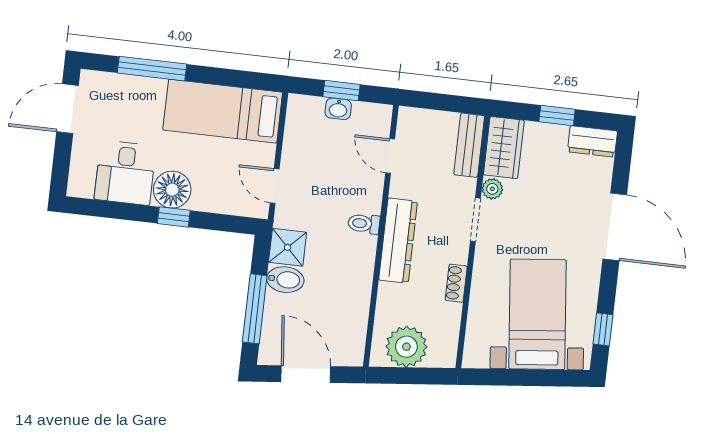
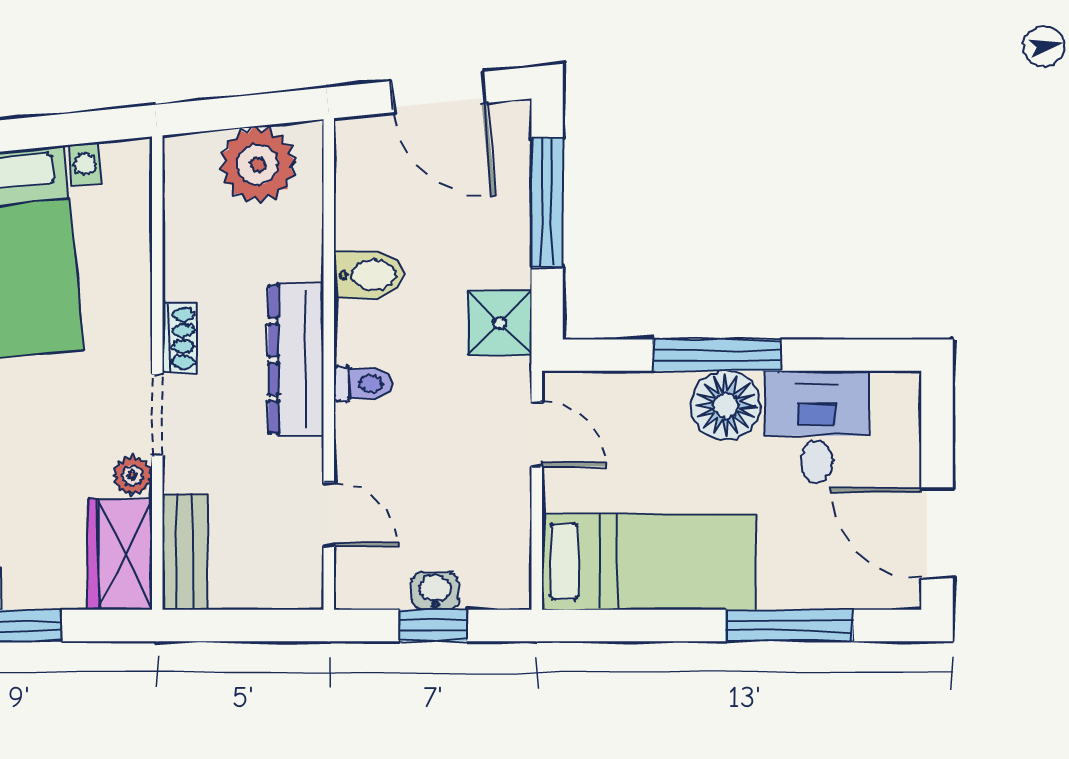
door: (68, 109) -> (937, 533), swing flipped
window: (174, 217) -> (717, 355), width x2.17
bidet: (285, 280) -> (369, 275), moved, turned 180
shoe rack: (456, 283) -> (179, 338), moved

